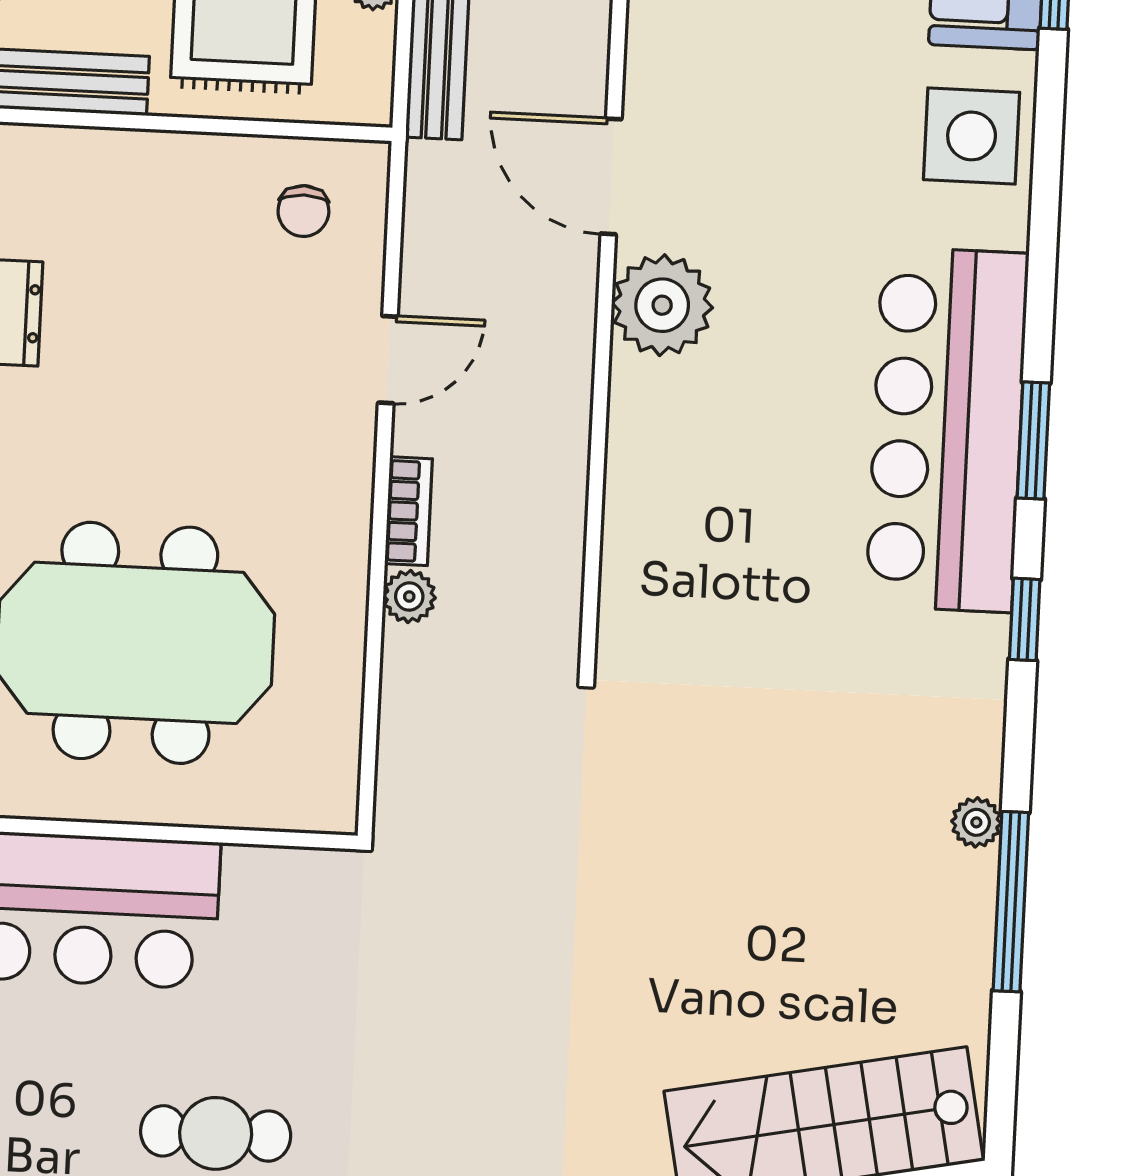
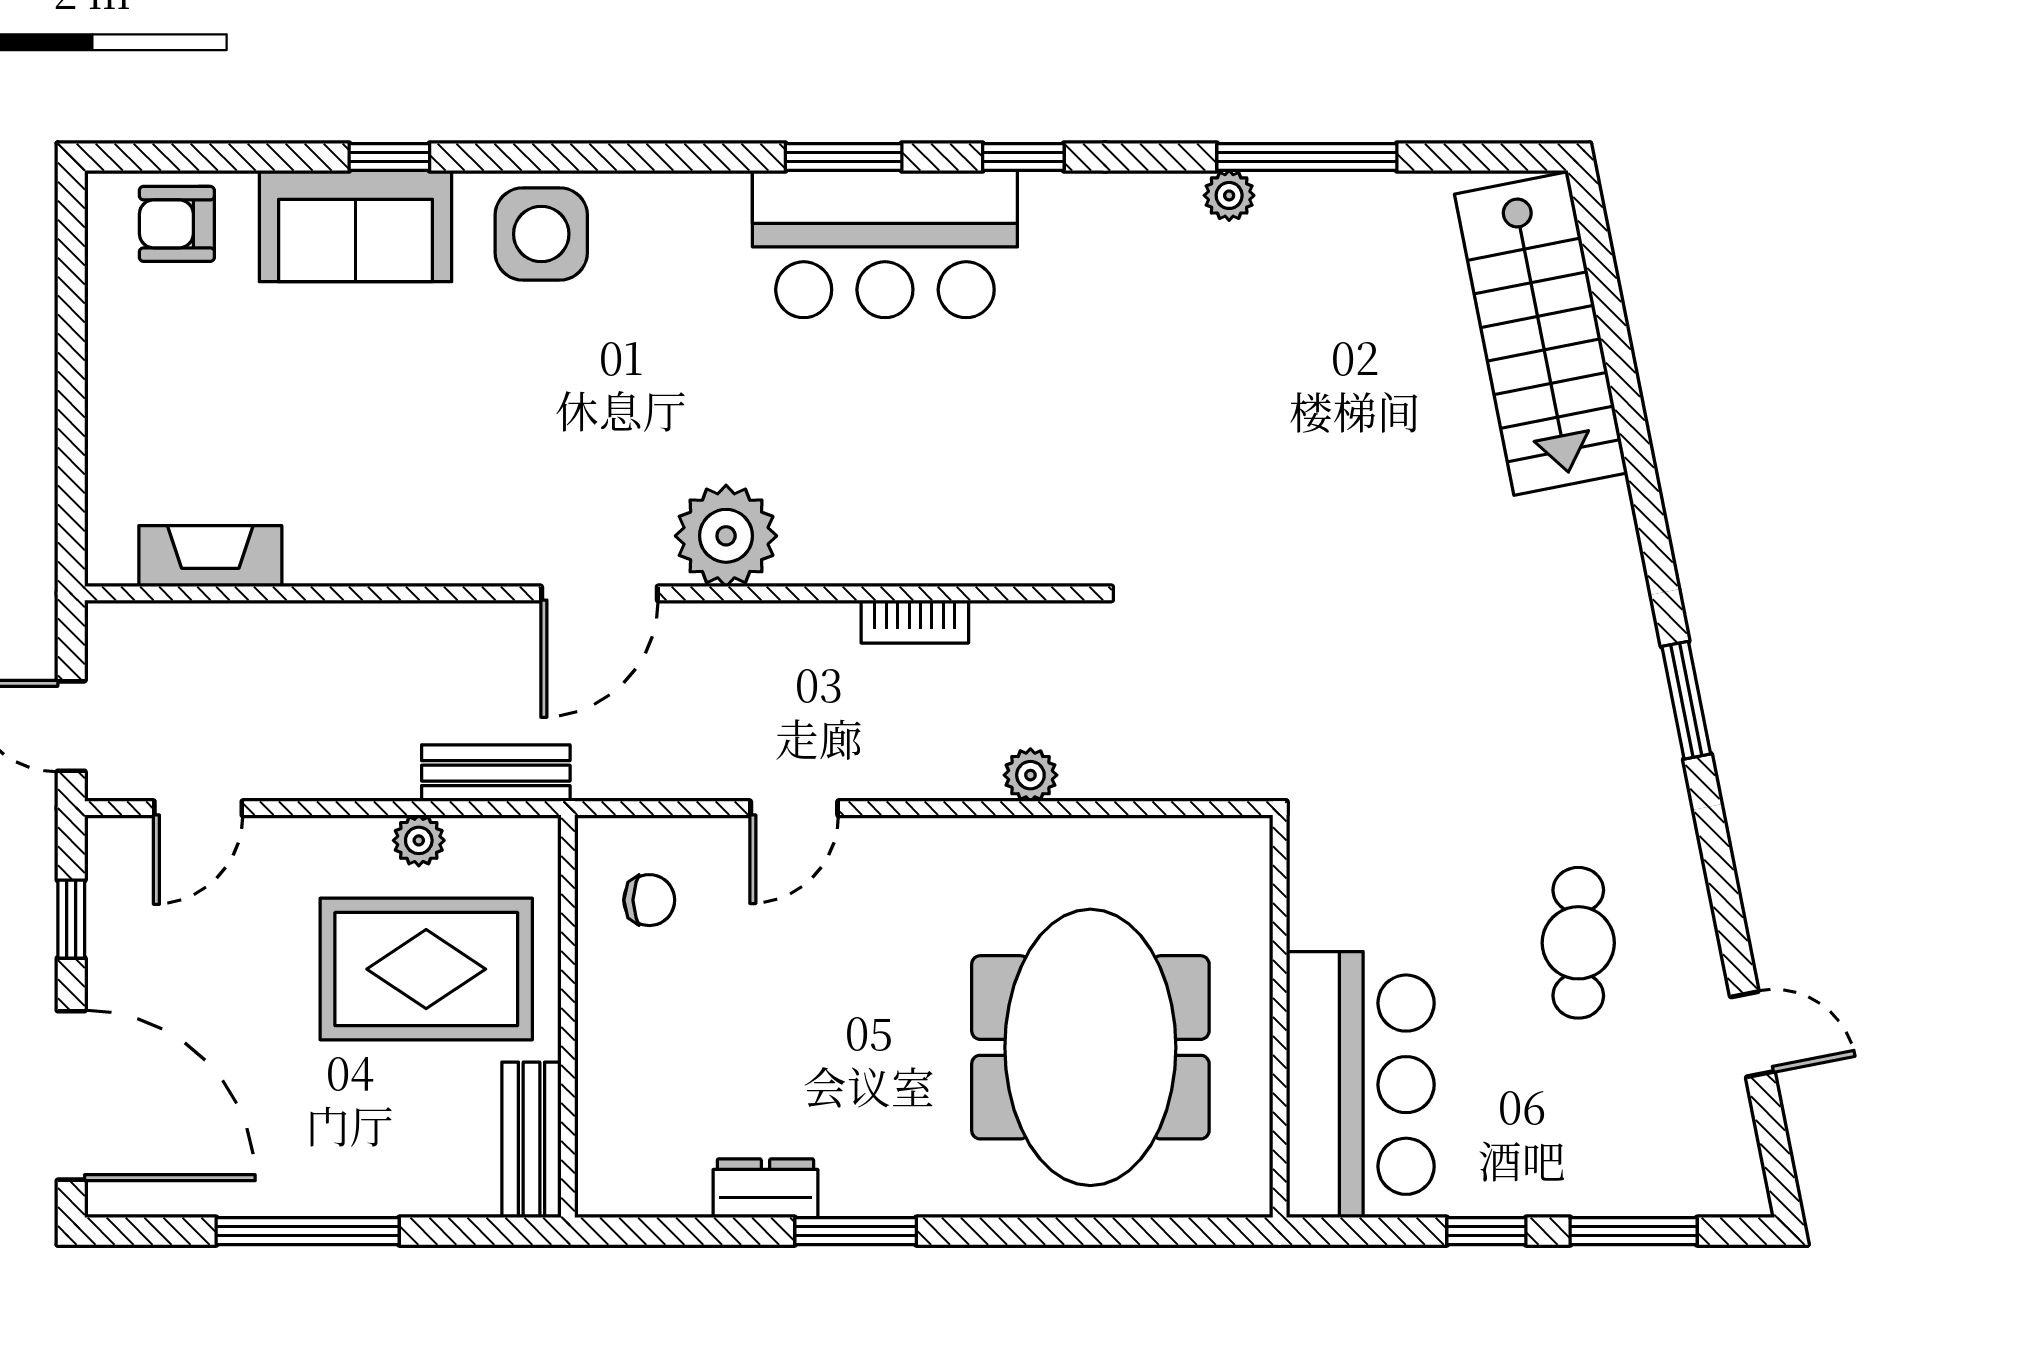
door: (388, 360) -> (794, 808), swing flipped
bar counter: (947, 430) -> (885, 244), width x0.73
bookcase: (408, 511) -> (915, 622), moved, turned 180

